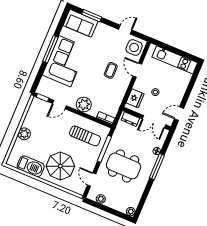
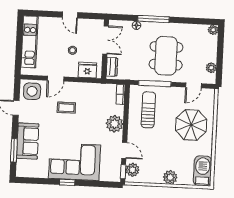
sofa: (80, 23) -> (28, 141), moved
window: (50, 49) -> (67, 182), width x0.46
plant: (41, 106) -> (132, 170), added
door: (179, 114) -> (70, 15), moved
barbecue: (31, 166) -> (203, 171), moved

